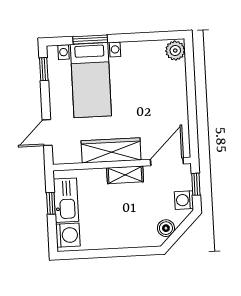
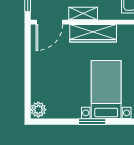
window: (90, 40) -> (92, 122), moved

